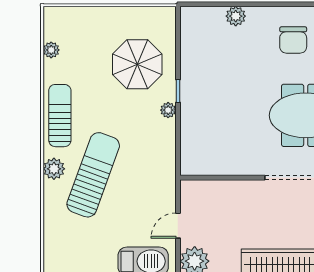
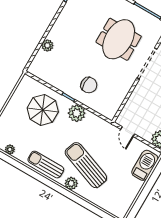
chair: (293, 40) -> (89, 85), moved
plant: (168, 110) -> (77, 113), width x1.88, depth x1.88
door: (178, 226) -> (128, 132), moved

